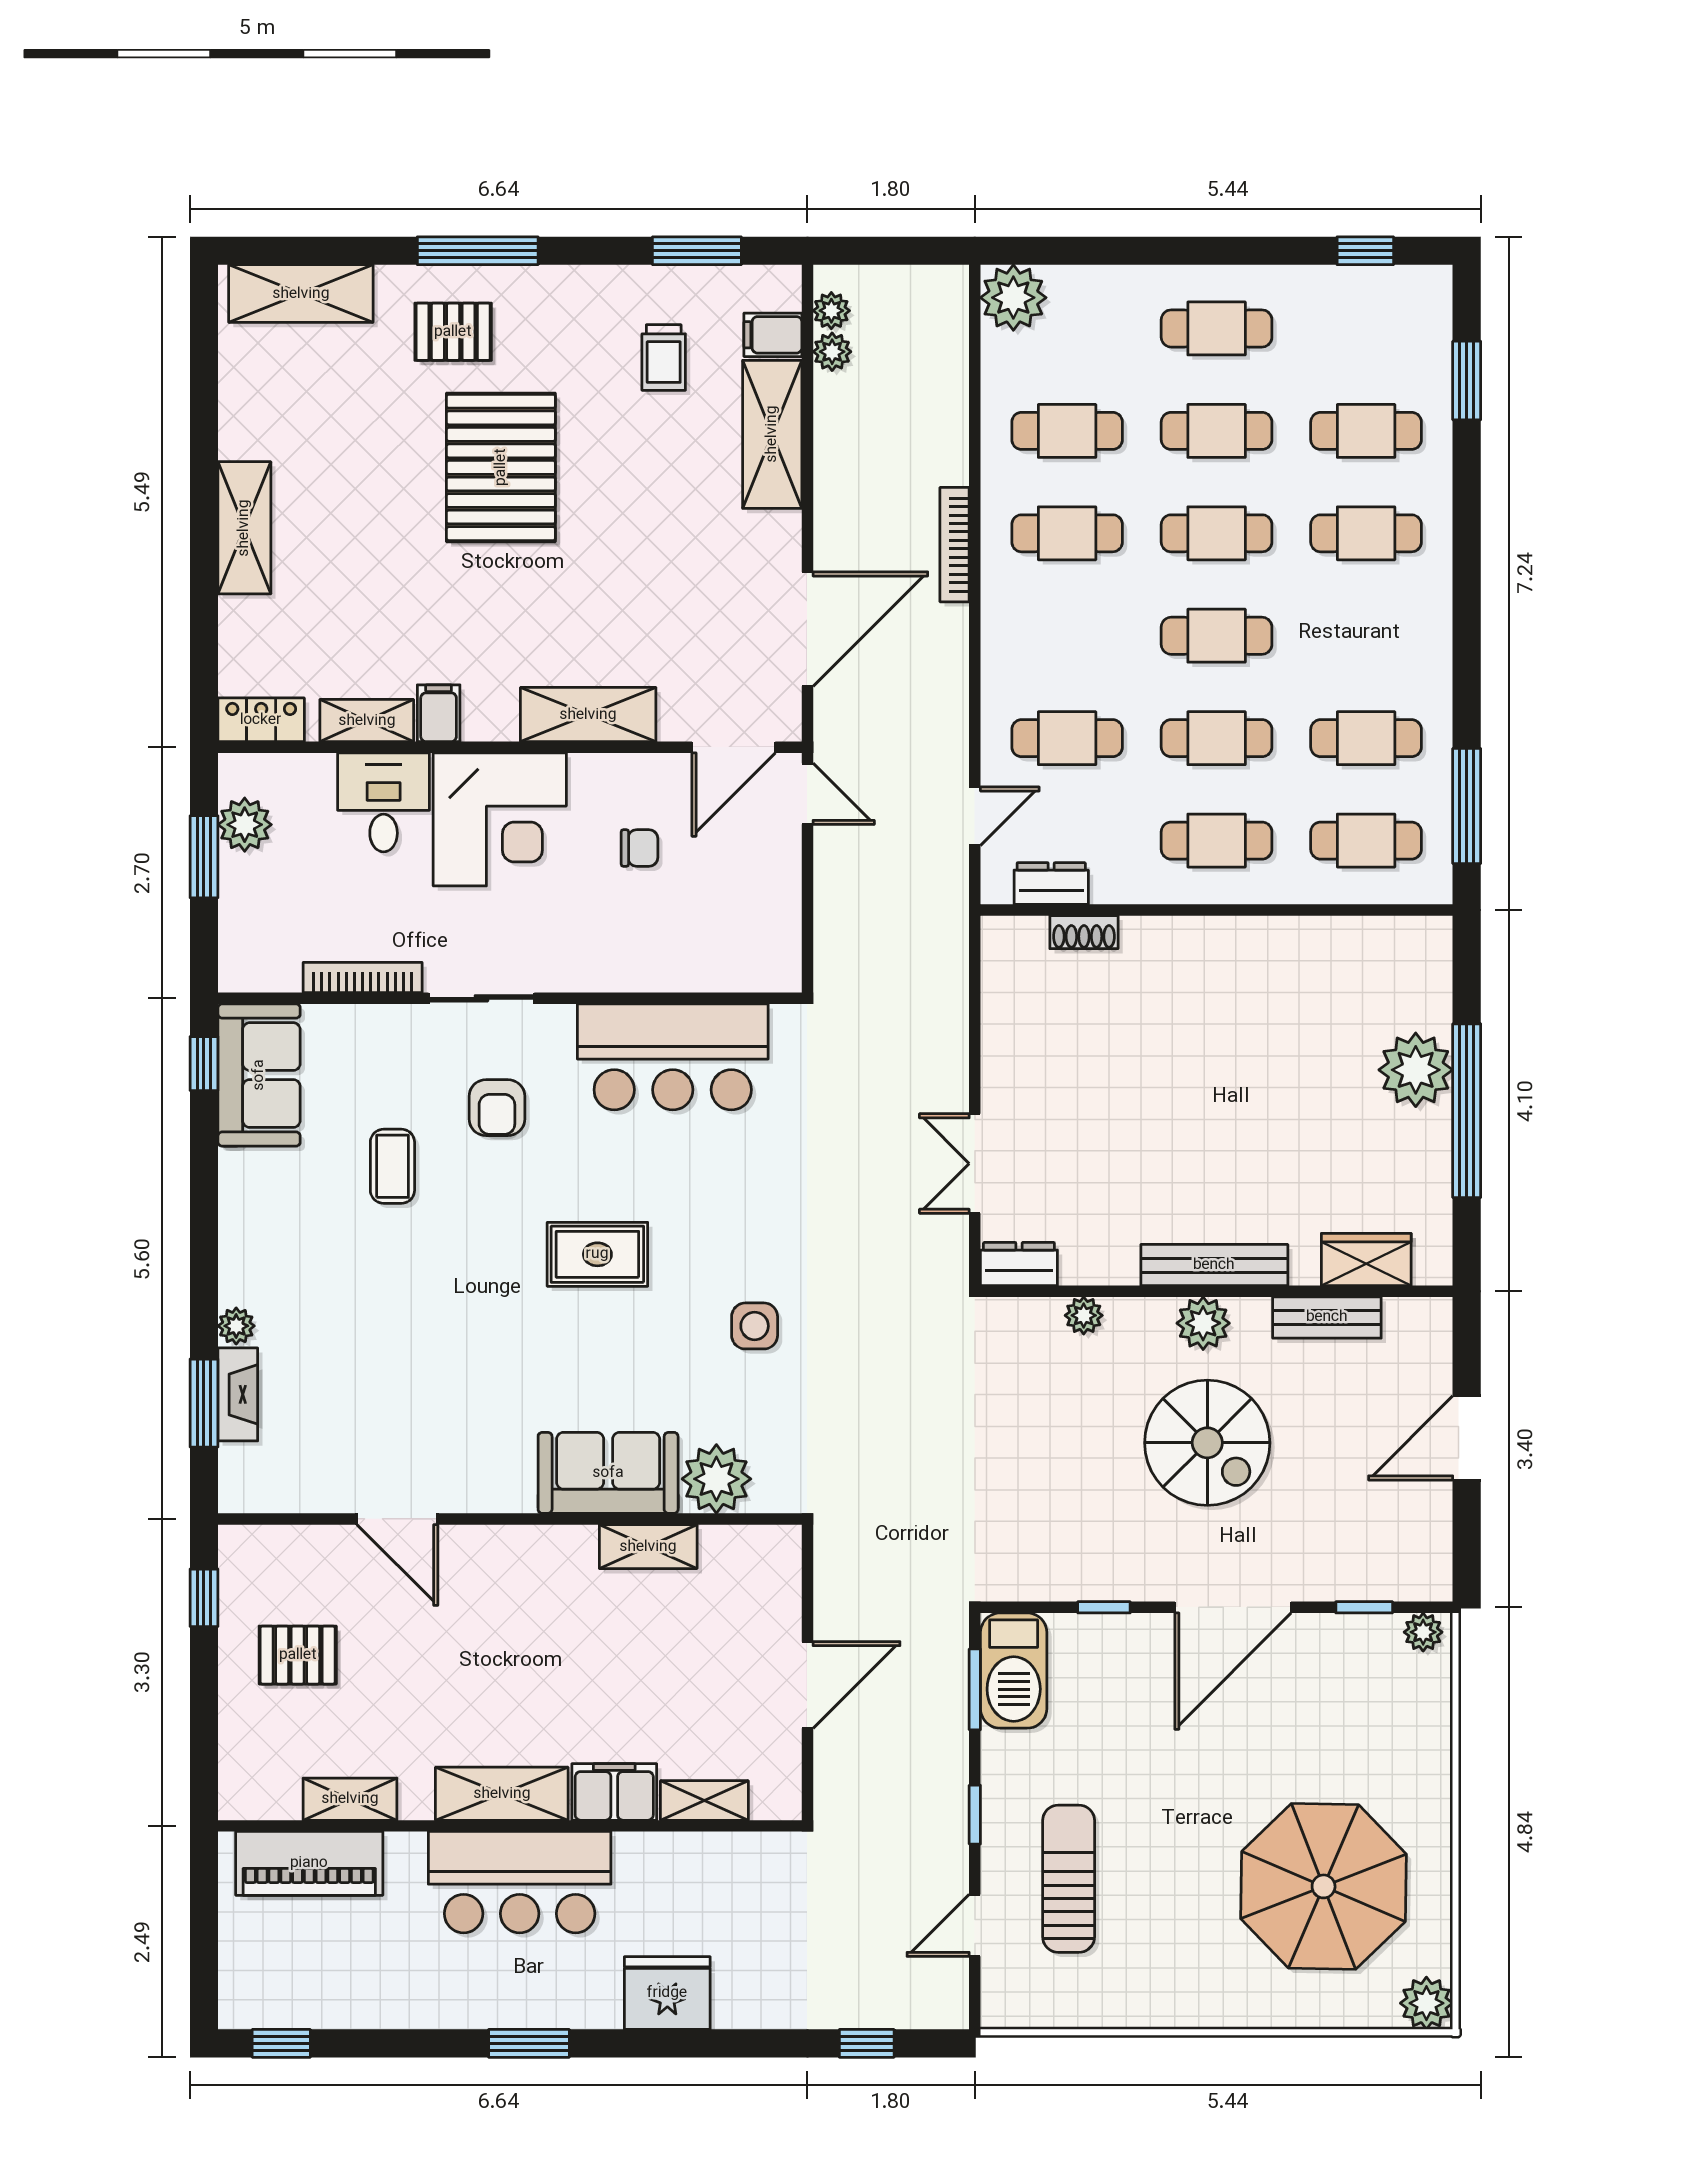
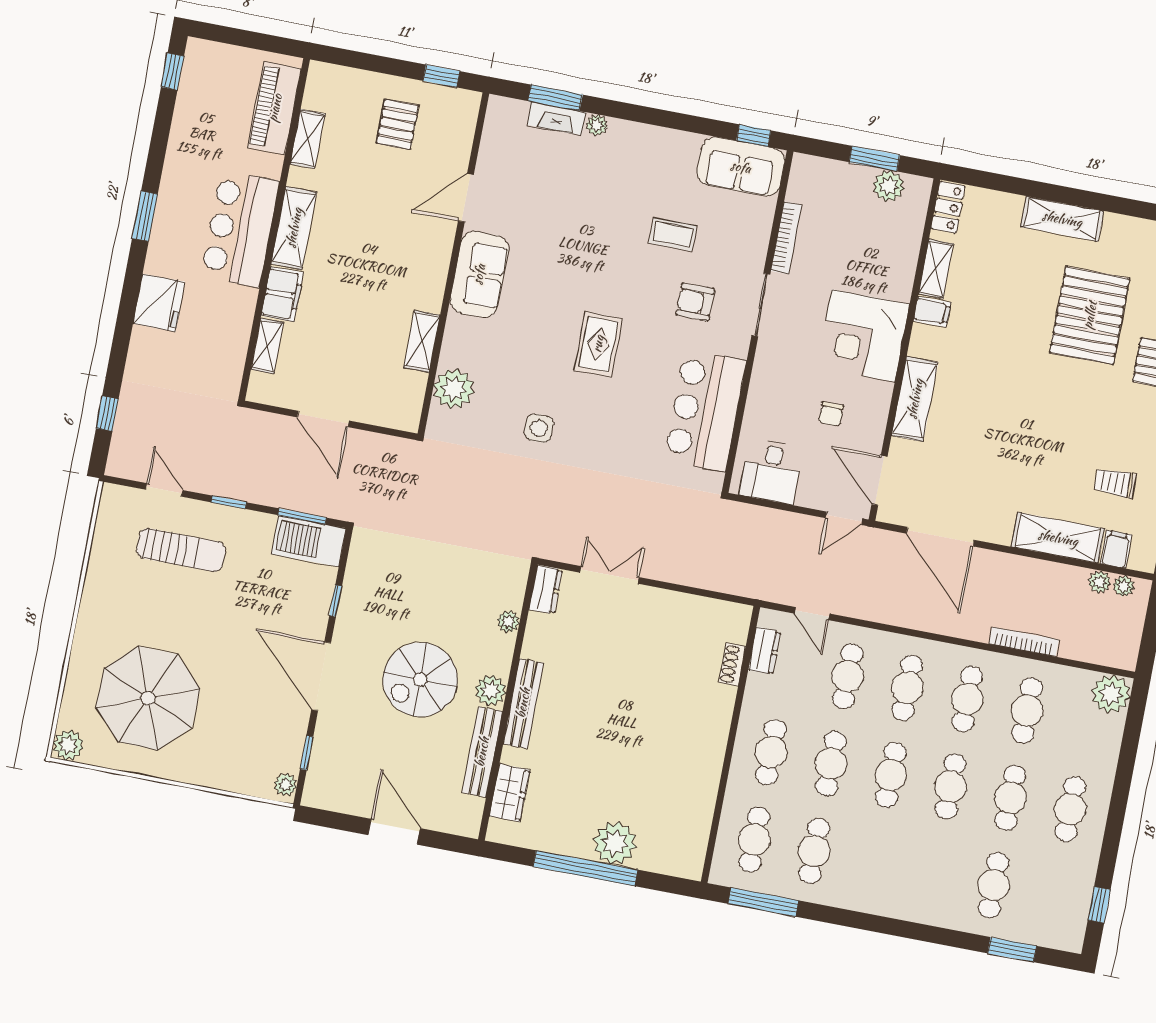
pallet: (501, 467) -> (1090, 315), moved, turned 90
cafe table: (1366, 533) -> (907, 688), moved
bookcase: (955, 545) -> (1024, 642), moved
desk: (384, 802) -> (771, 471), moved, turned 90
bench: (1327, 1317) -> (482, 752), width x1.36
sofa: (608, 1473) -> (479, 274), moved

